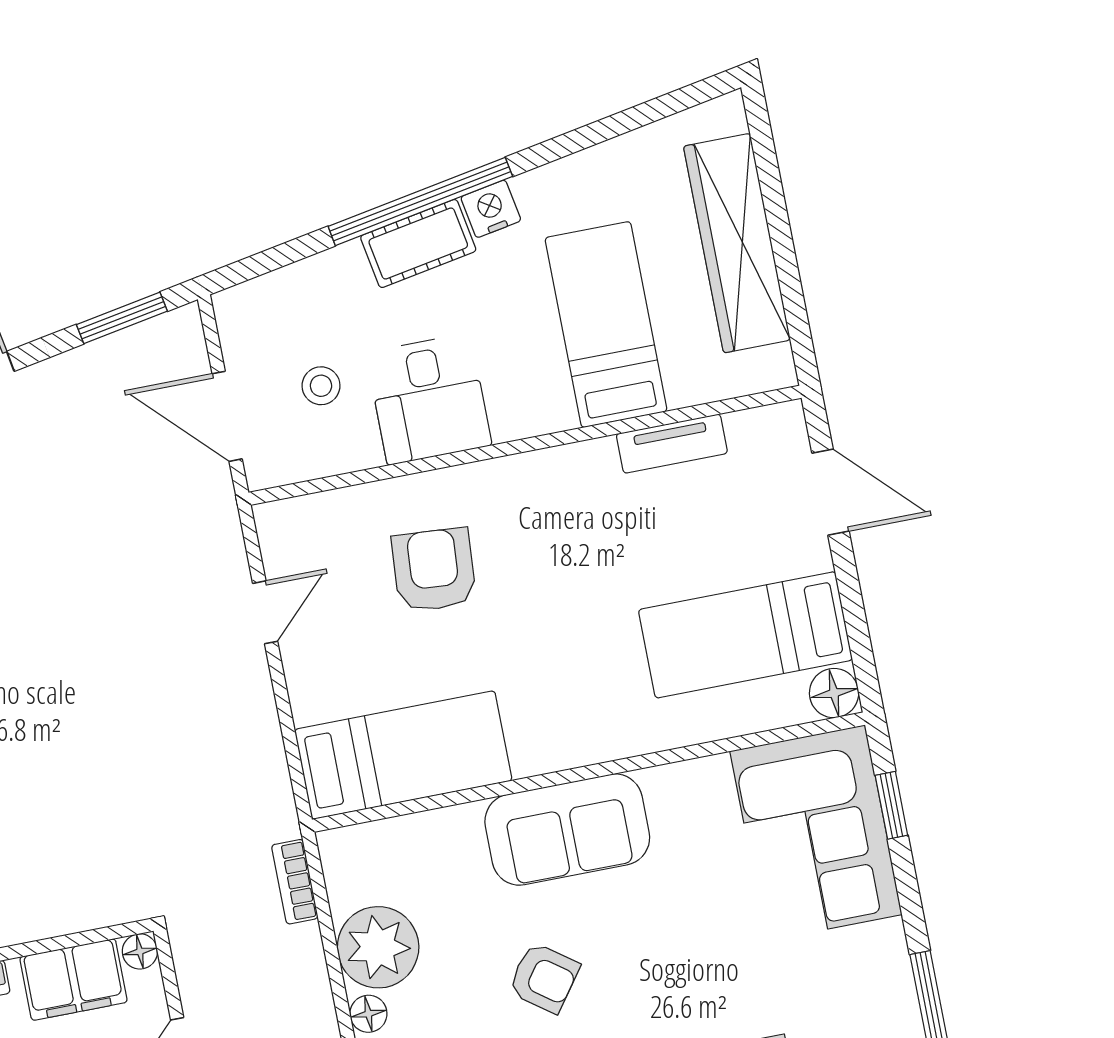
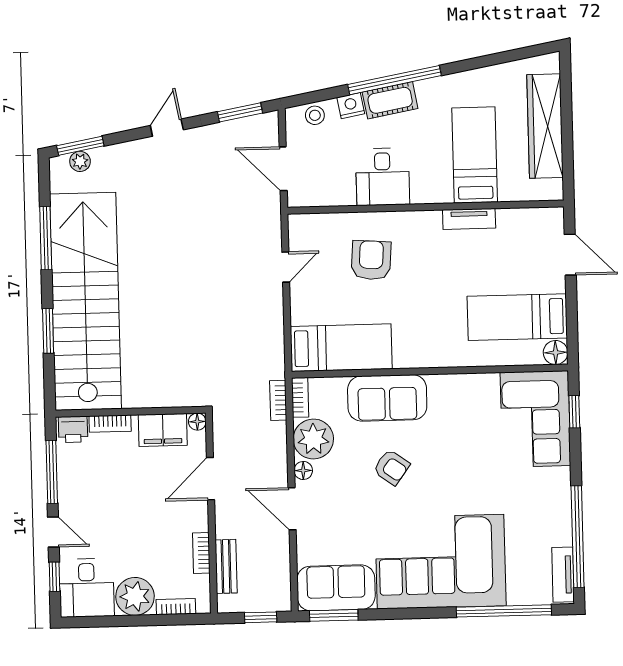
nightstand: (491, 209) -> (351, 106), moved
stool: (321, 386) -> (315, 115), moved
tv unit: (672, 444) -> (469, 219), moved
sofa: (567, 830) -> (387, 398), moved
bookcase: (338, 868) -> (300, 397), added

